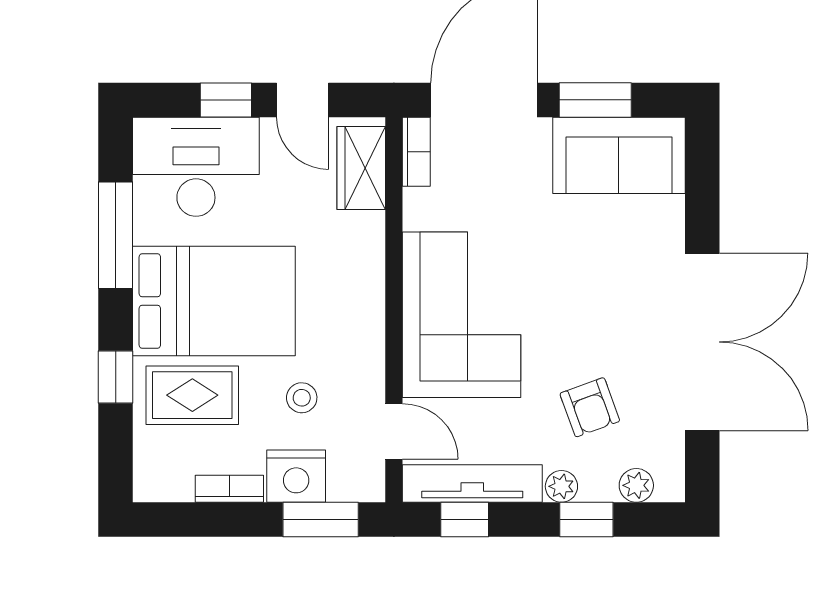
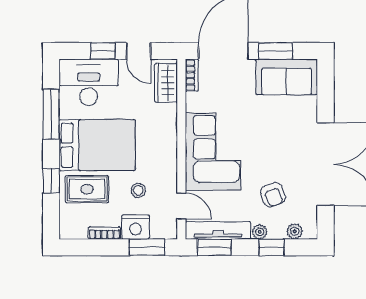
window: (465, 520) -> (214, 247), width x1.50

